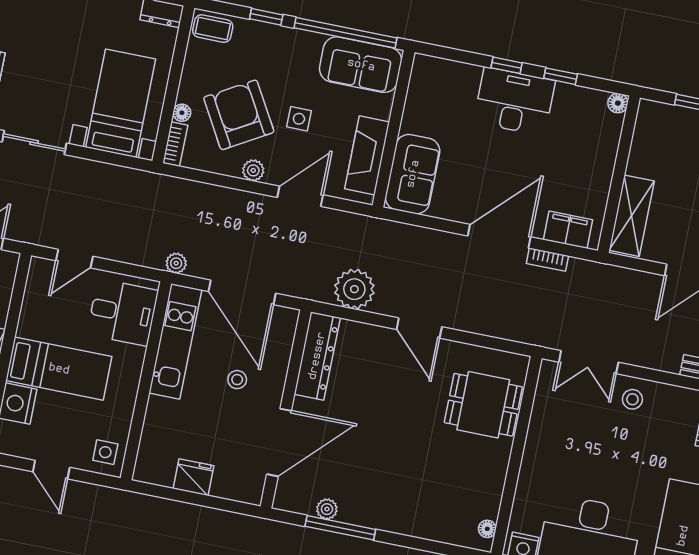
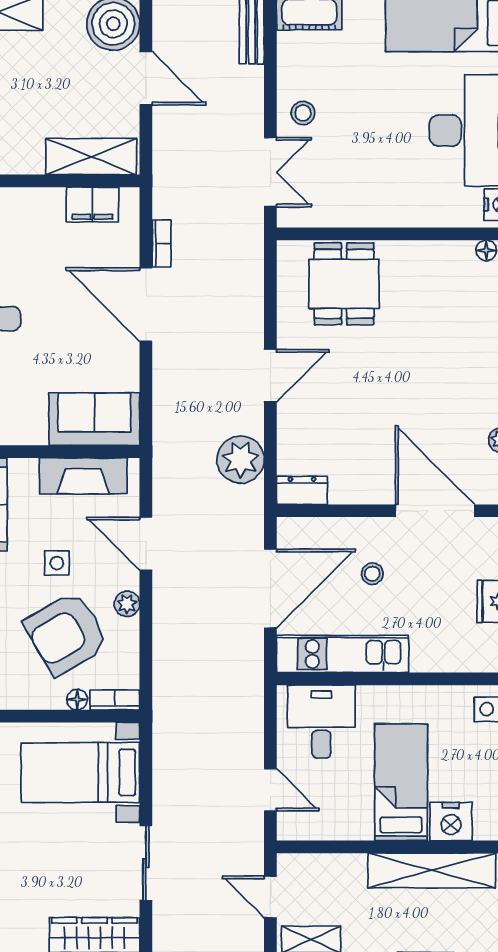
filing cabinet: (568, 230) -> (92, 205), moved, turned -90
plant: (176, 263) -> (252, 671), removed
dresser: (317, 356) -> (302, 490), width x0.51, depth x0.80

